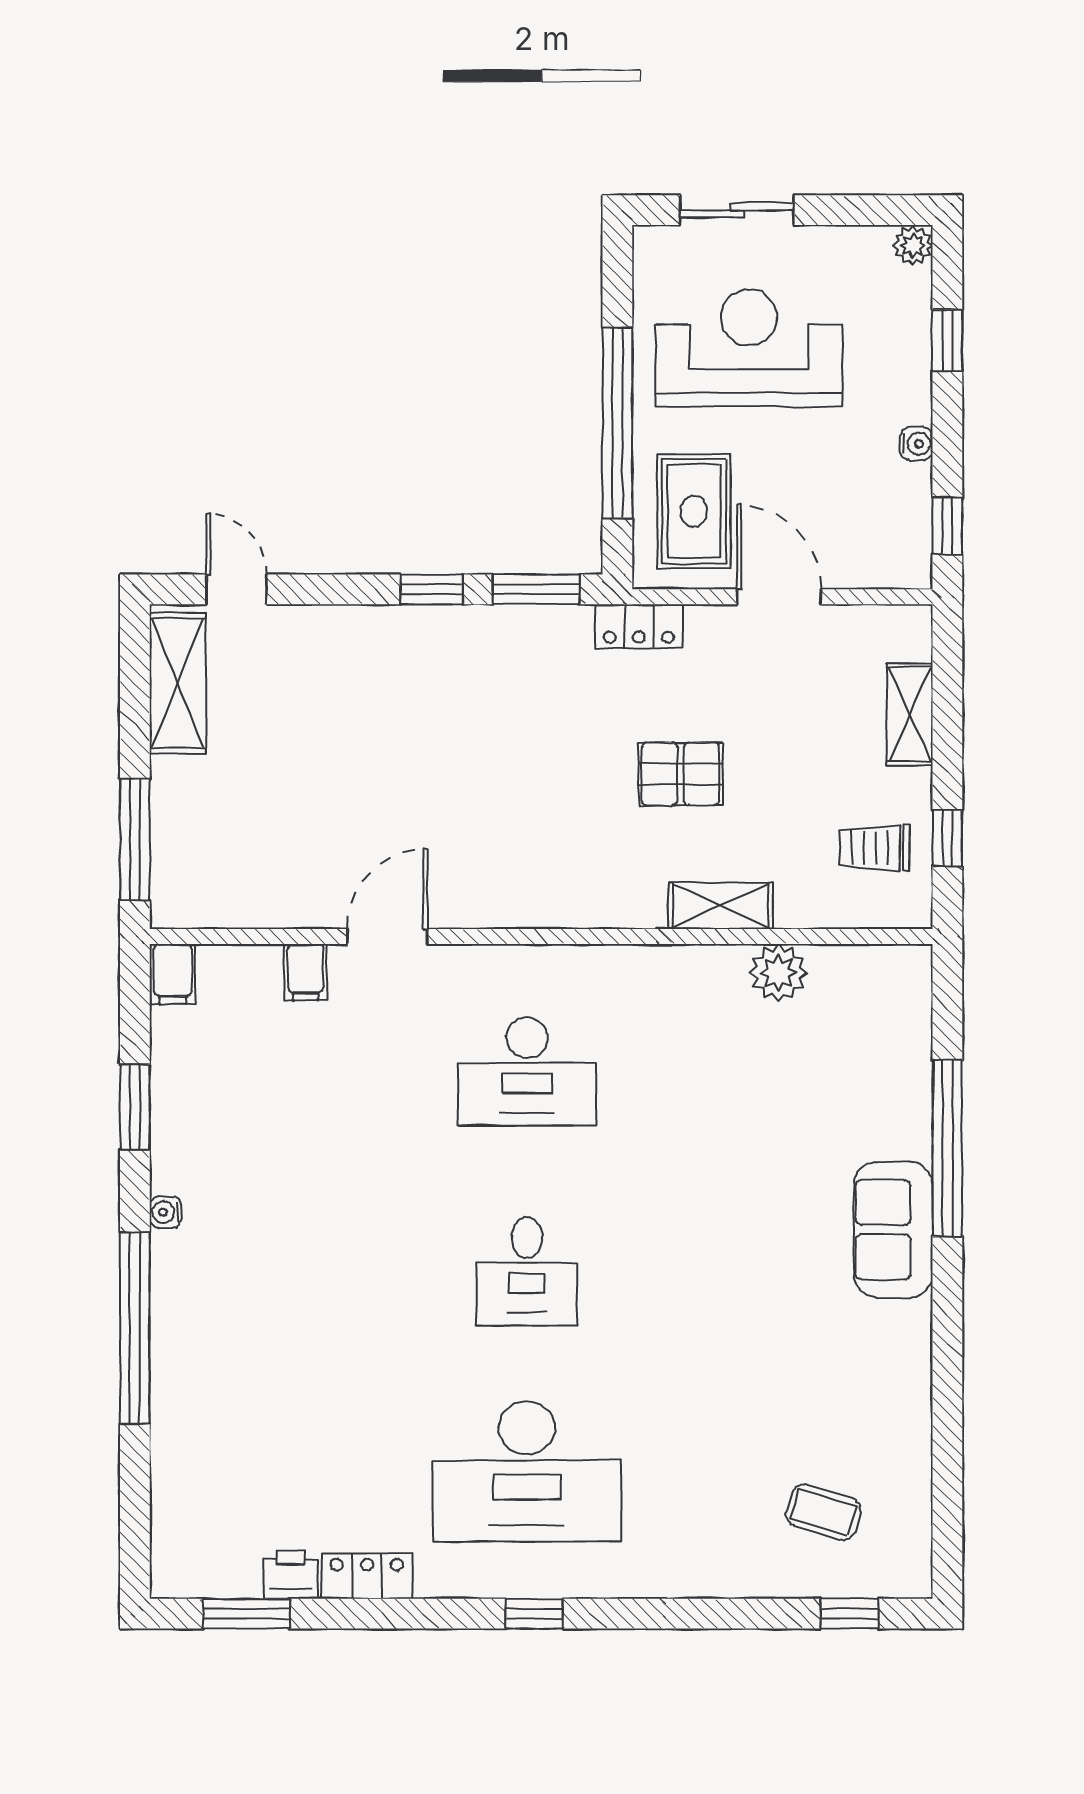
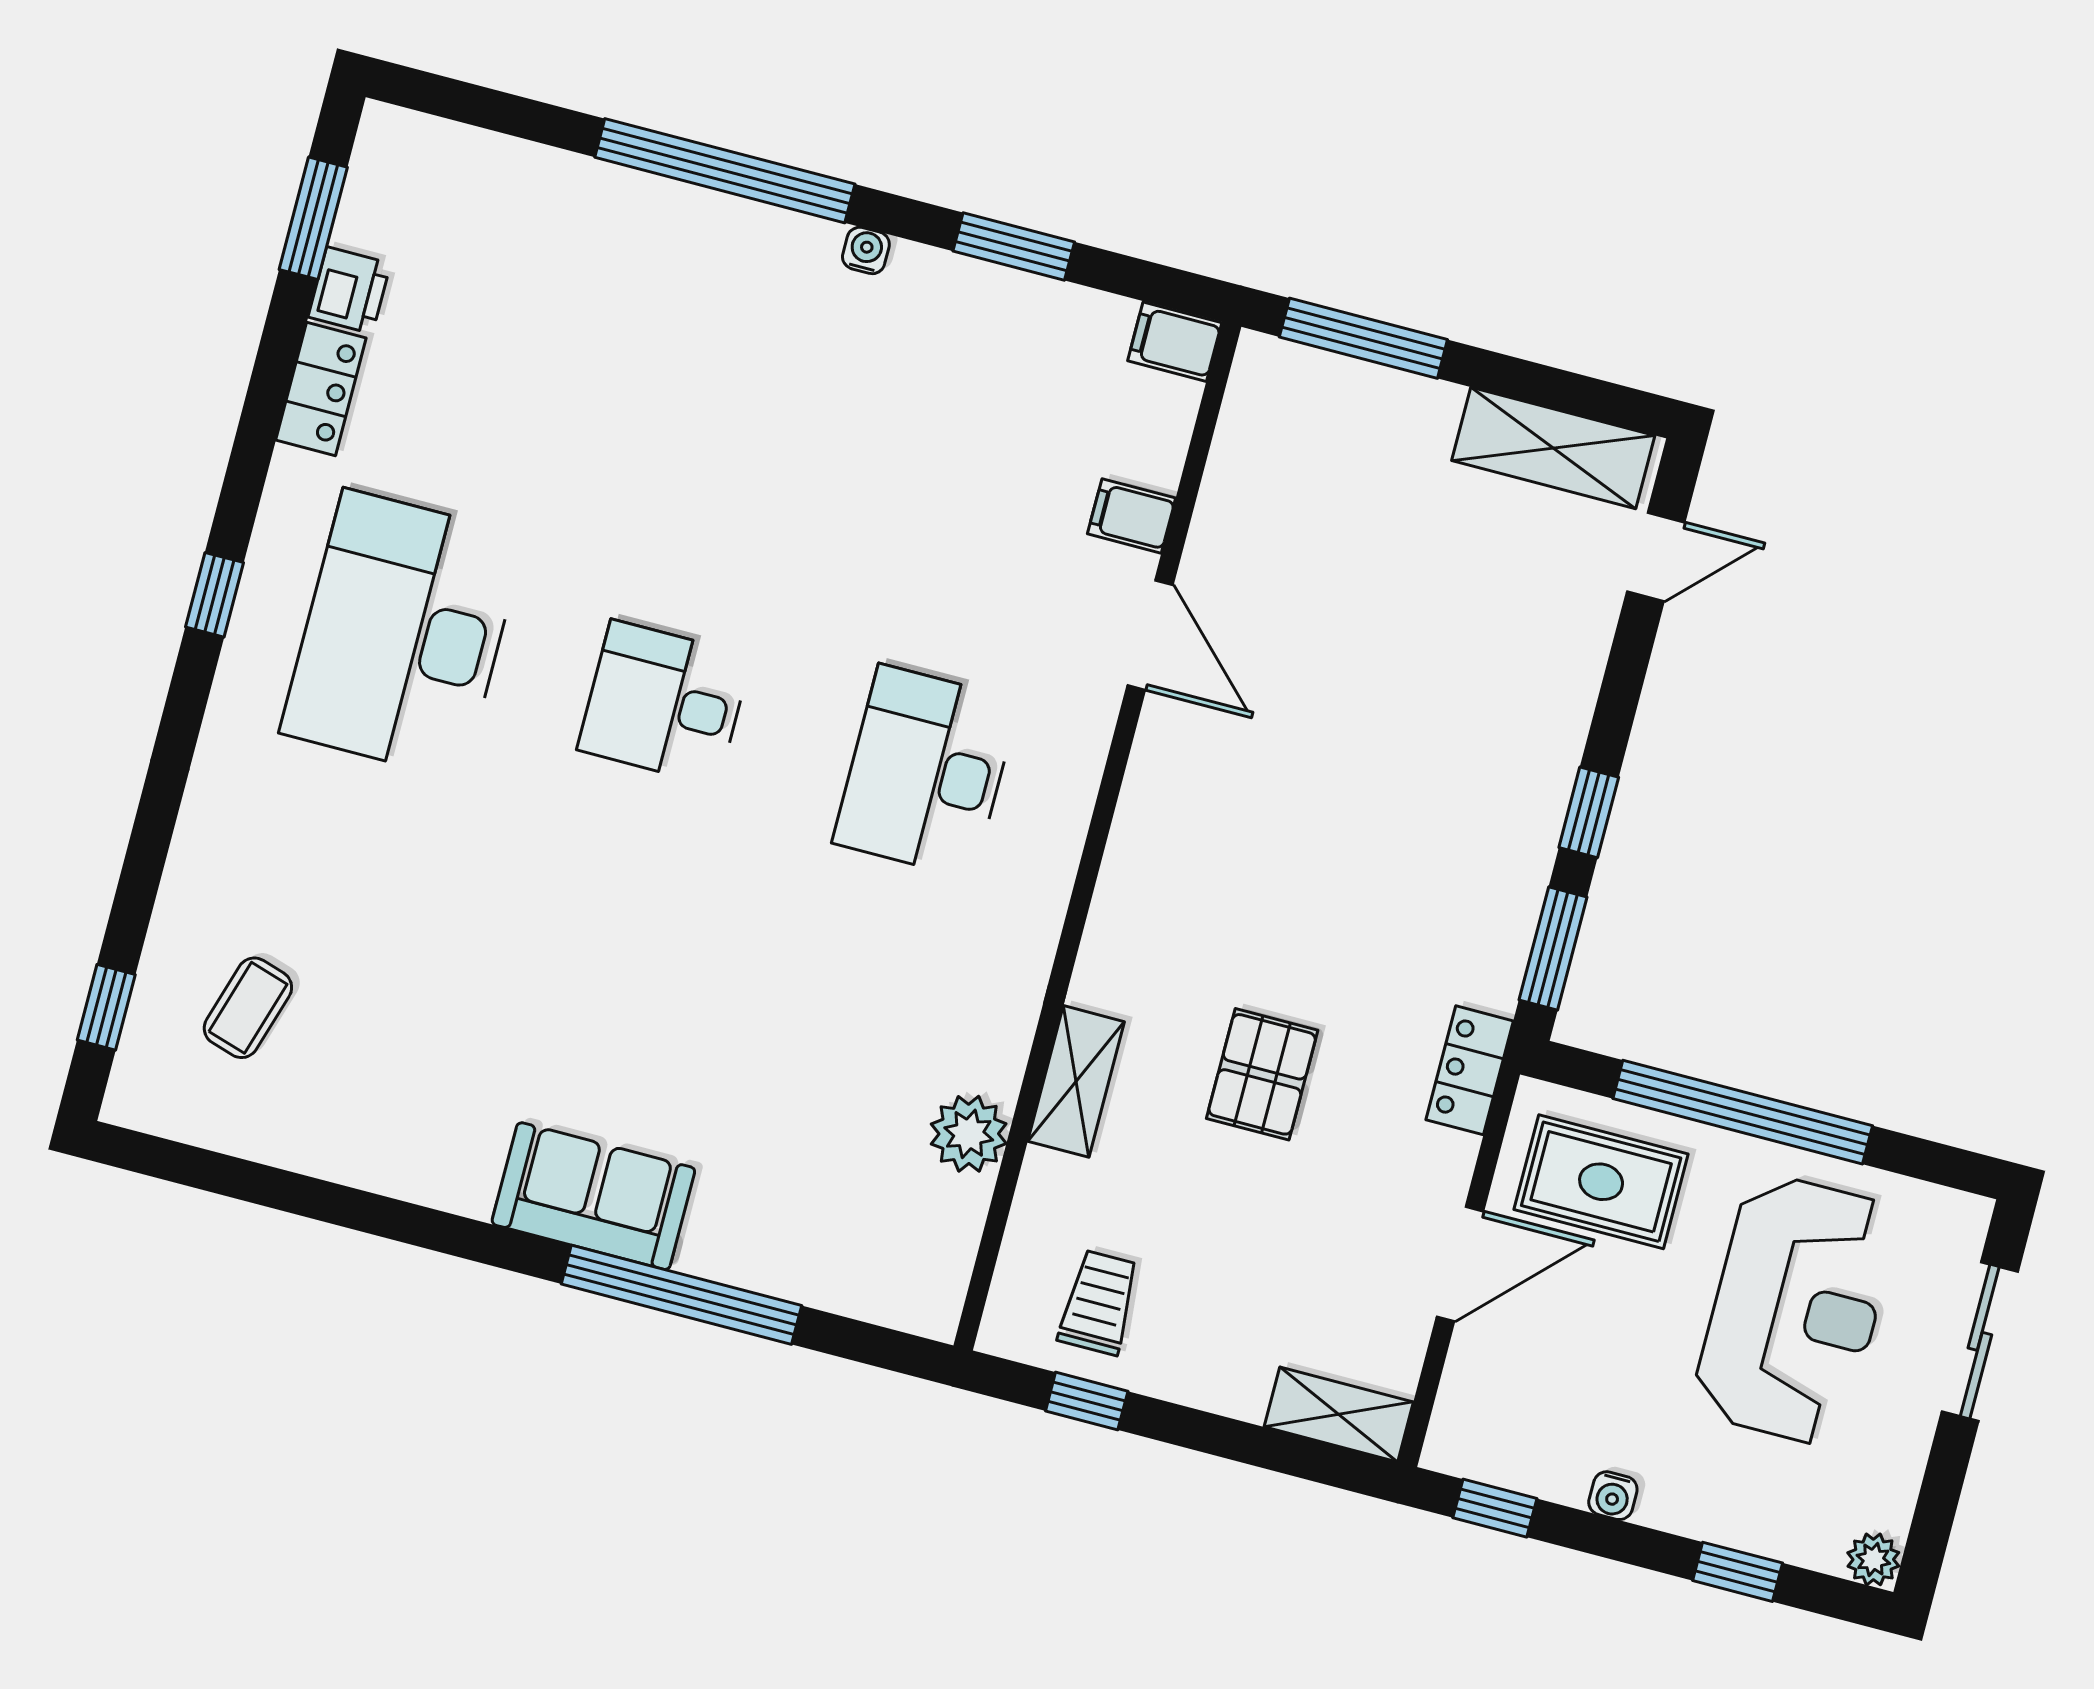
shelving: (910, 714) -> (1339, 1414), moved

